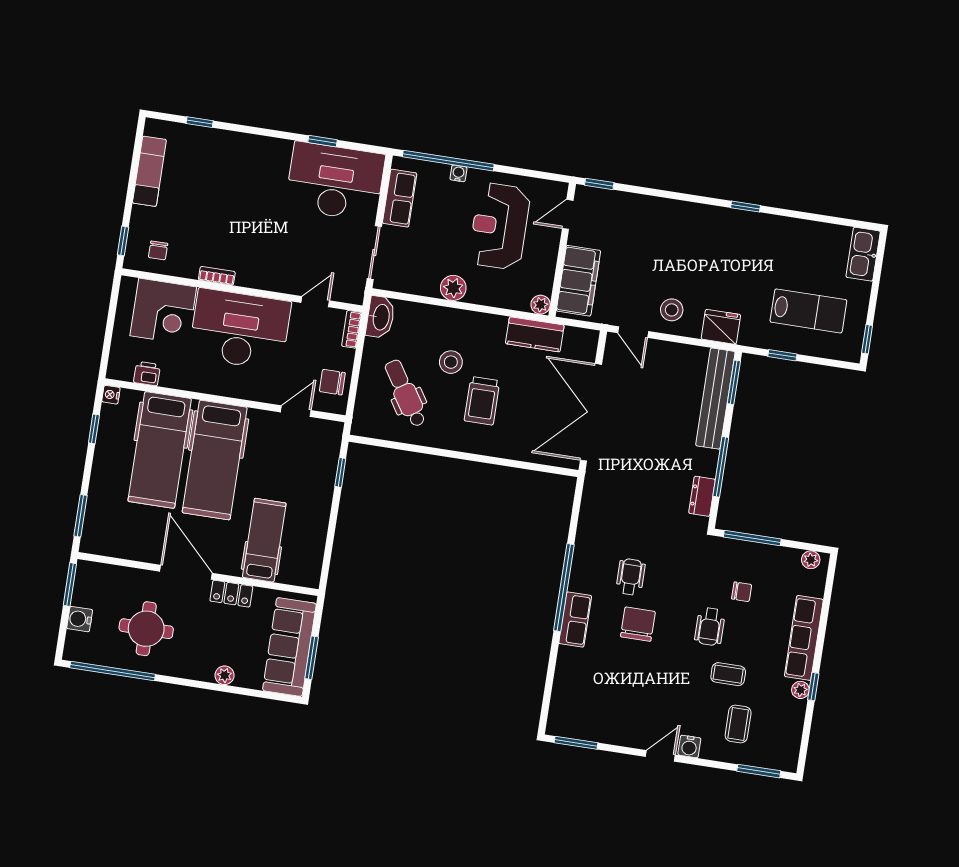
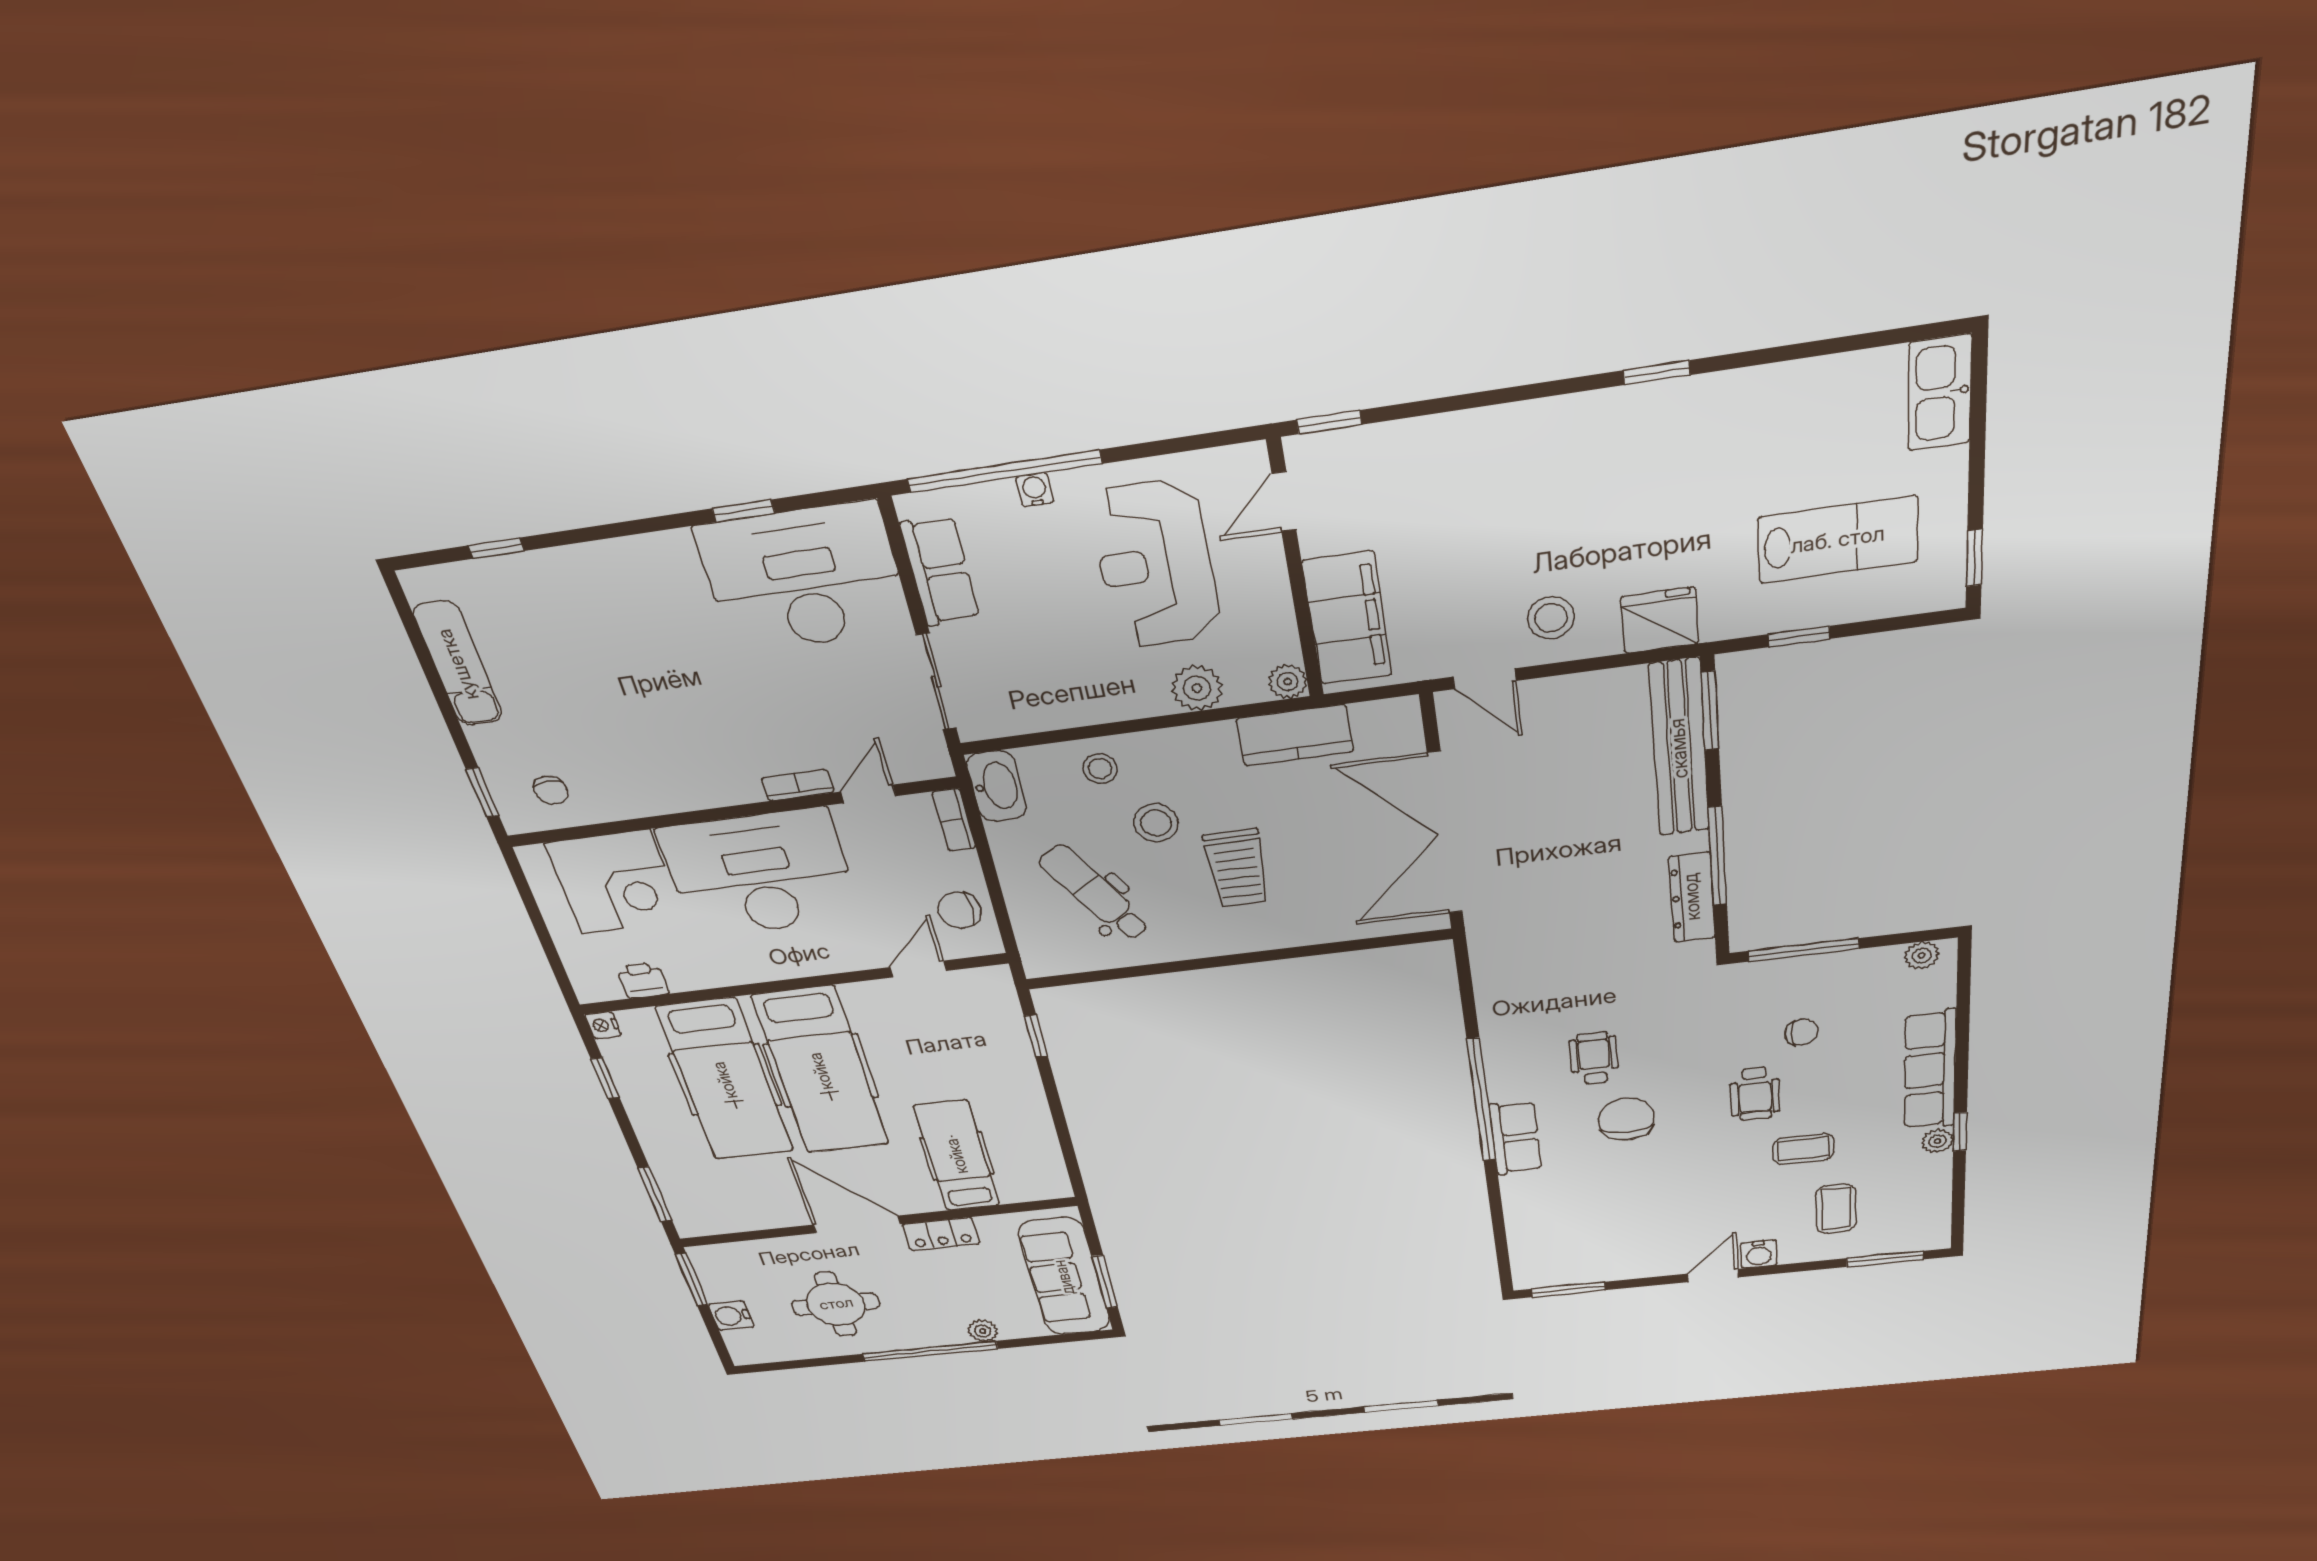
bookcase: (217, 276) -> (798, 785), moved
plant: (453, 288) -> (1197, 688), moved
stool: (435, 323) -> (1100, 769), added
dresser: (702, 496) -> (1692, 897), width x1.44
window: (113, 671) -> (930, 1351), moved

